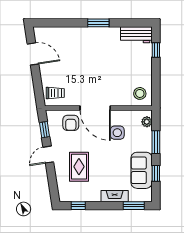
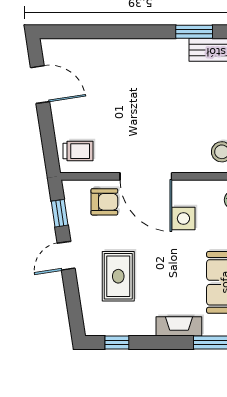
window: (98, 23) -> (194, 32), moved
armchair: (71, 123) -> (104, 202), turned -90

